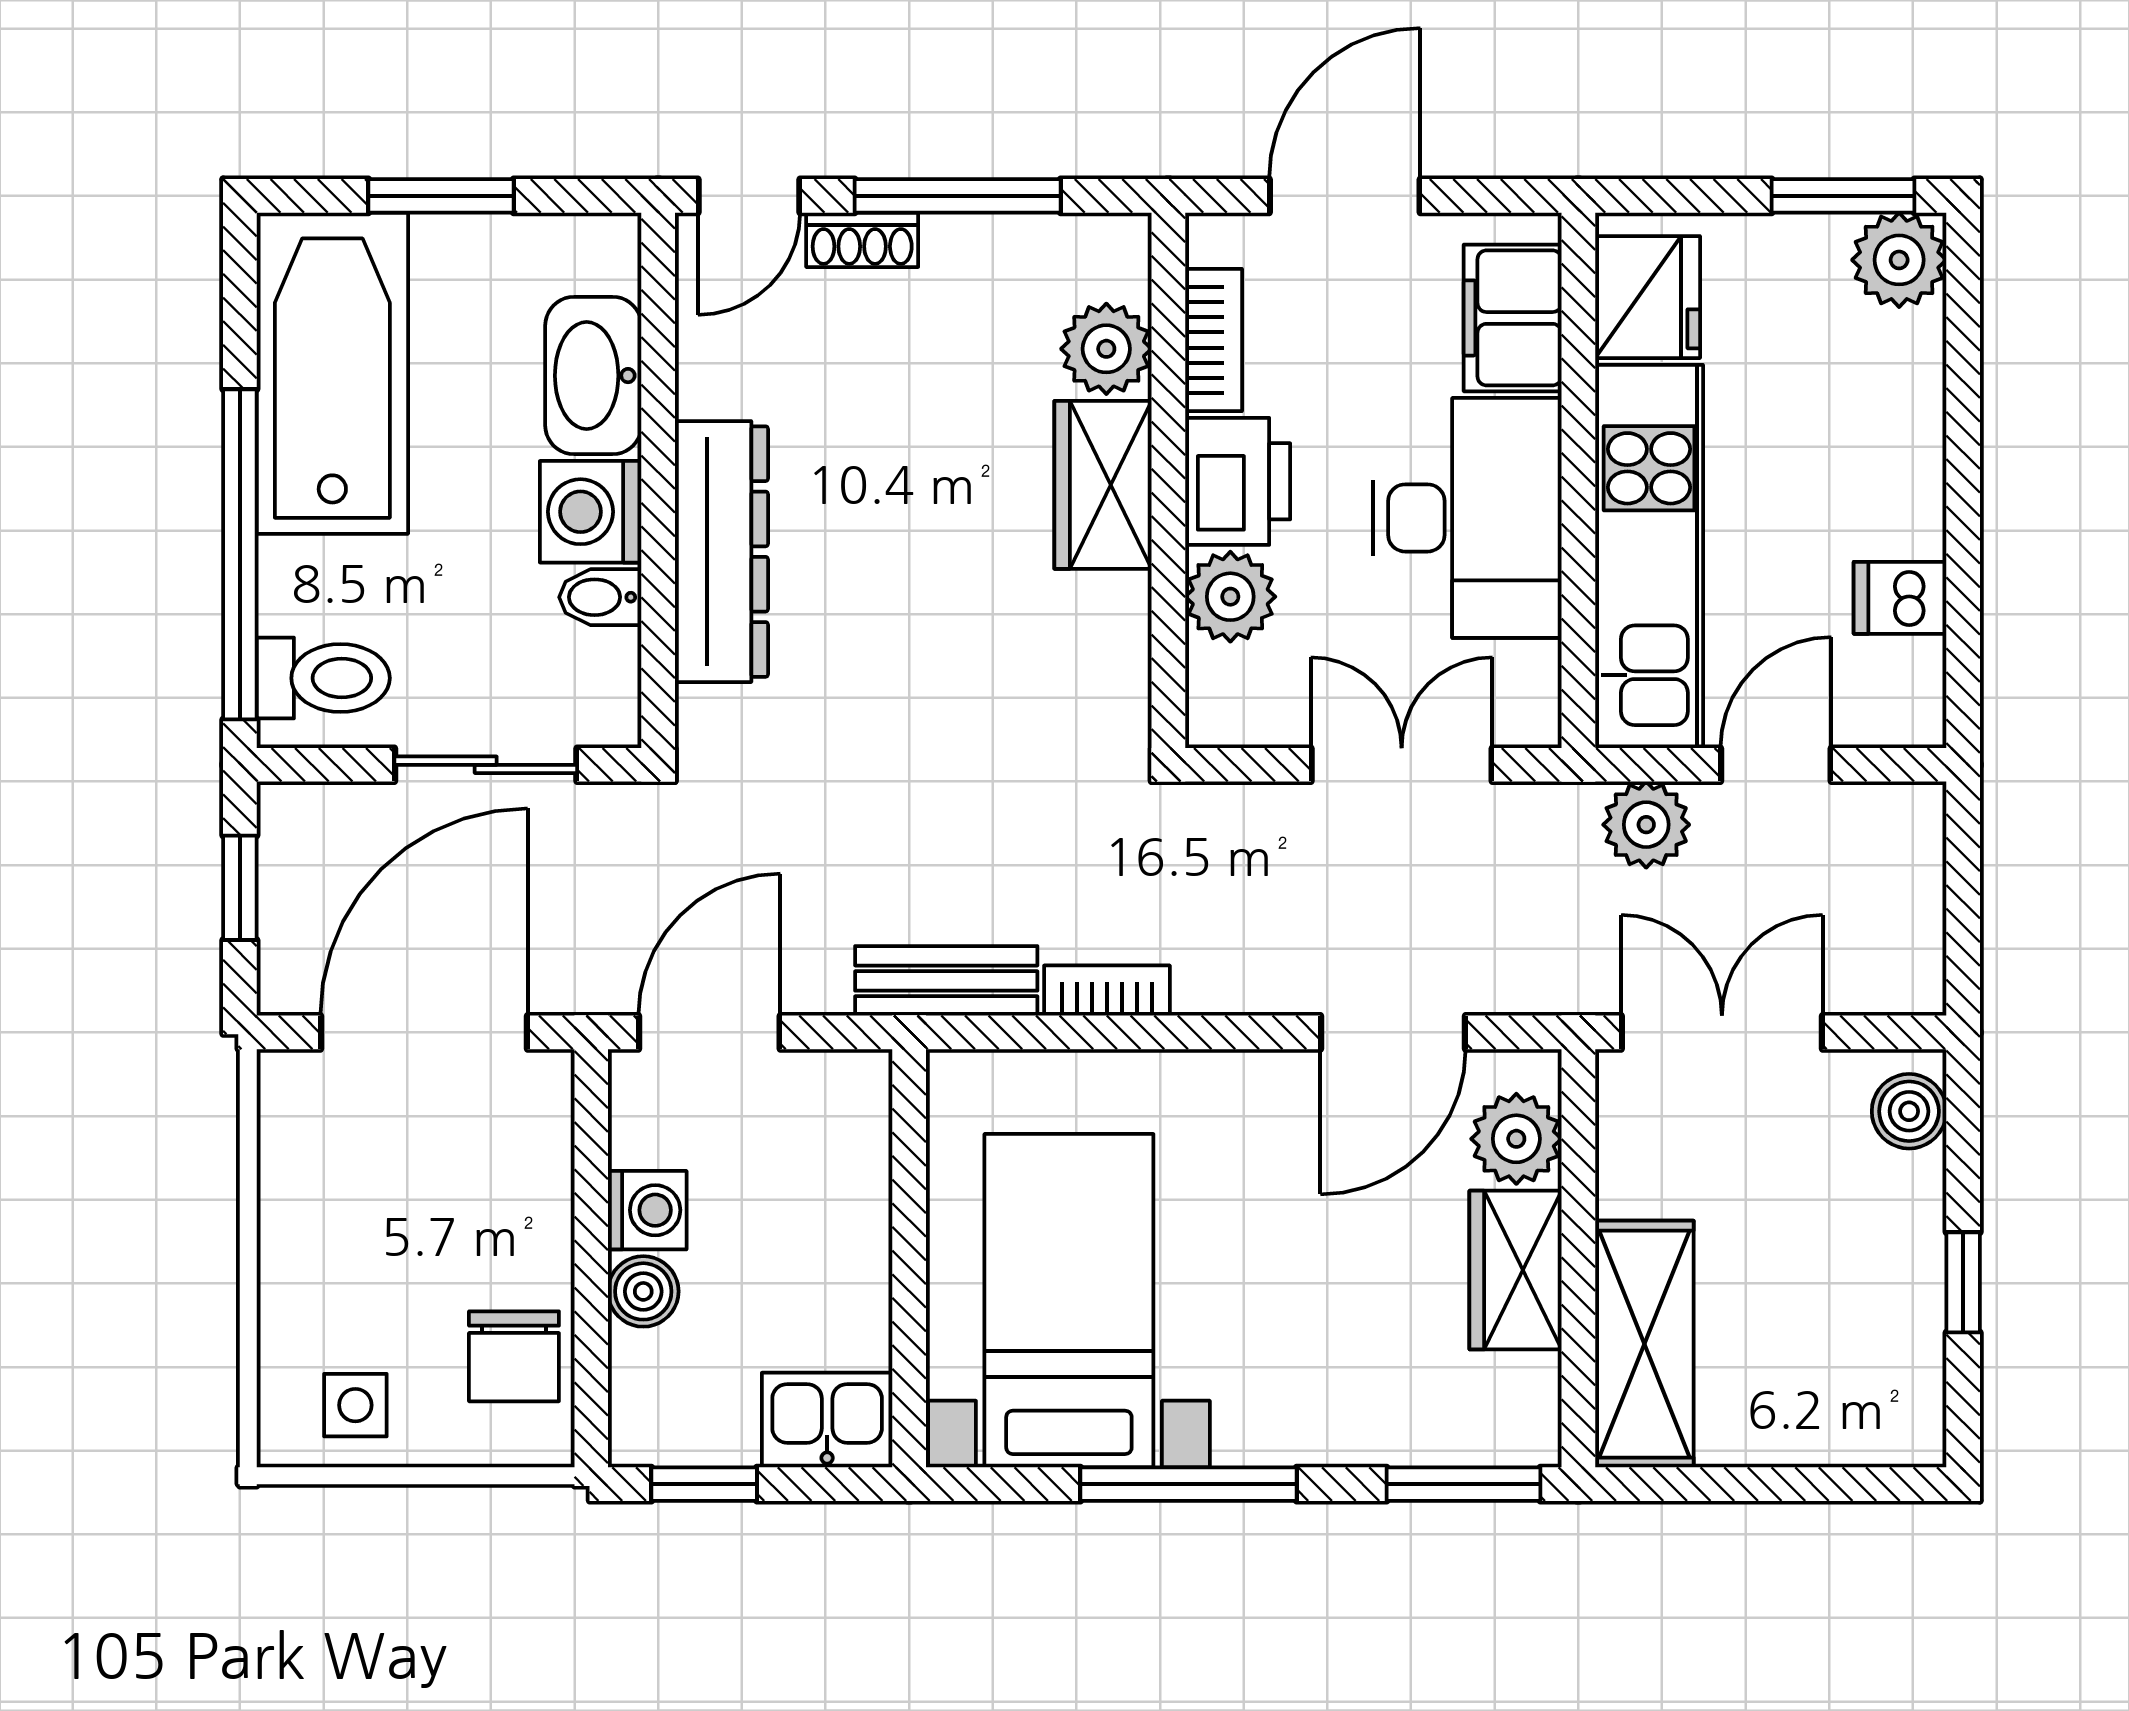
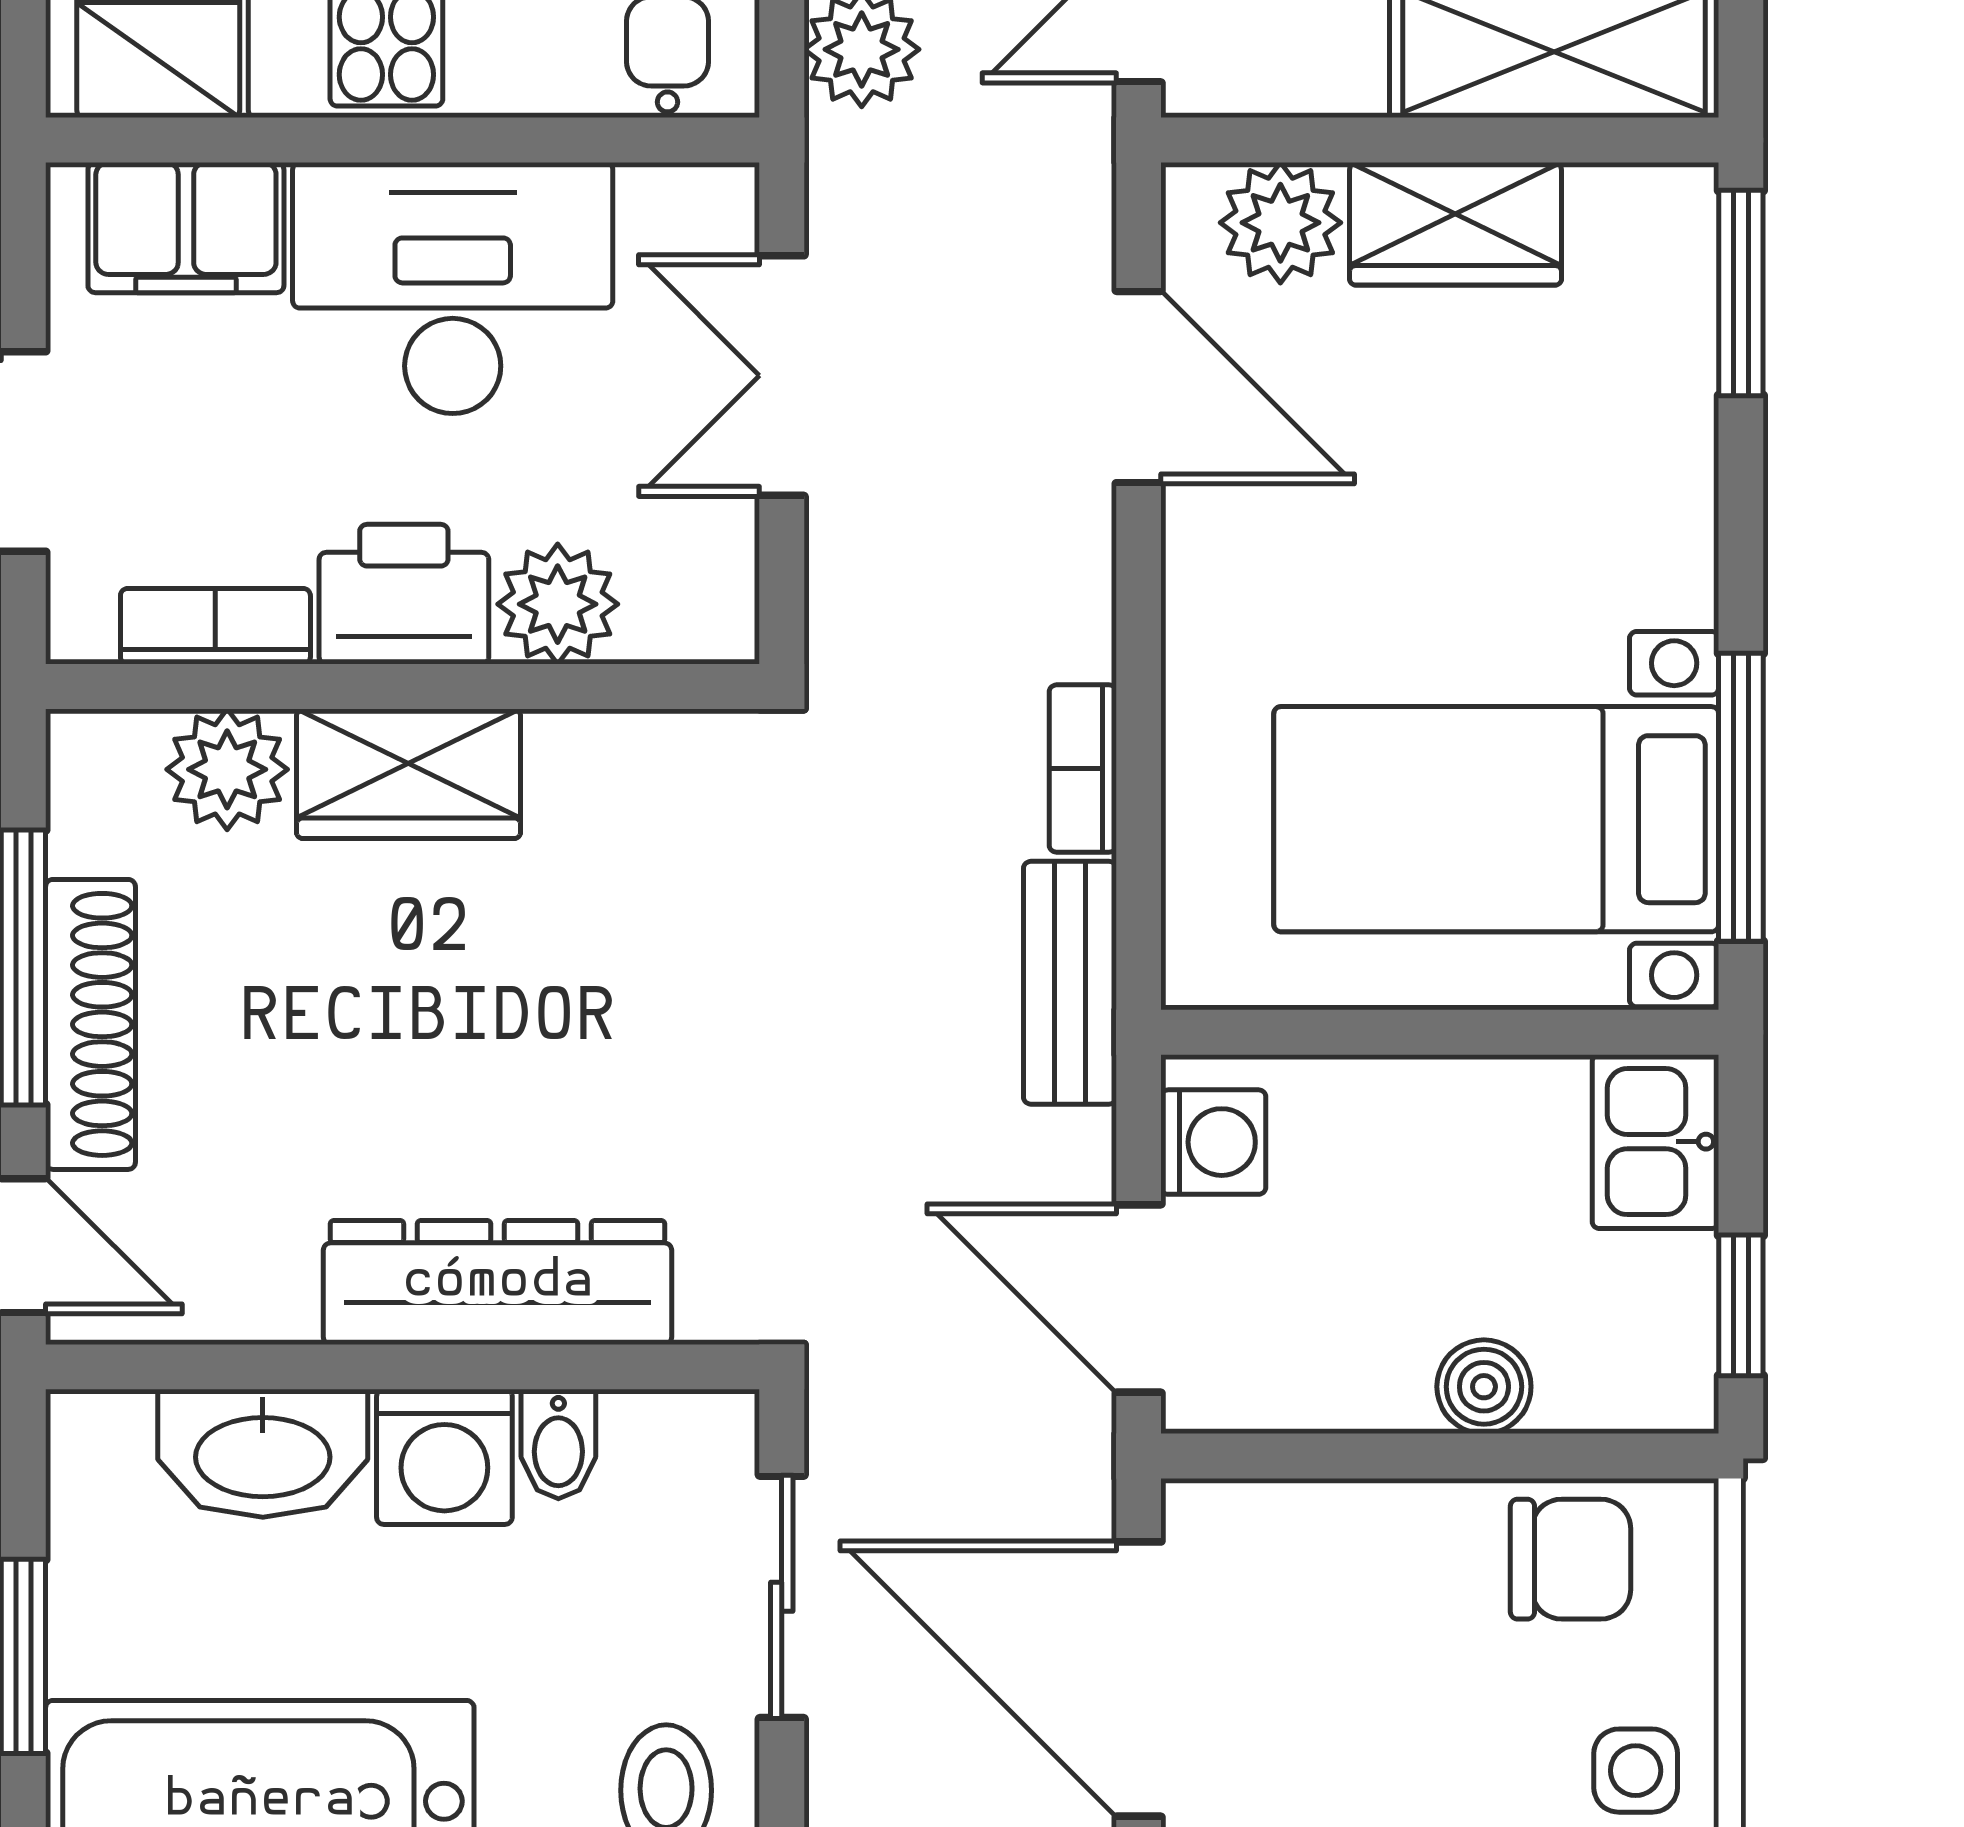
shoe rack: (862, 240) -> (91, 1024), width x1.94, depth x1.24
washing machine: (647, 1210) -> (1213, 1142), moved, turned 90
window: (1189, 1484) -> (1741, 797), moved

